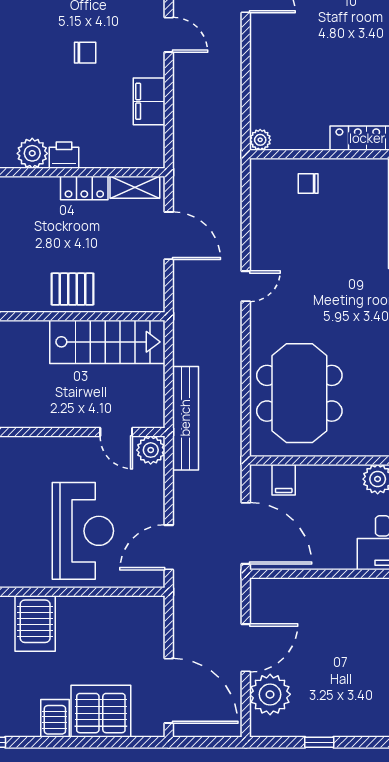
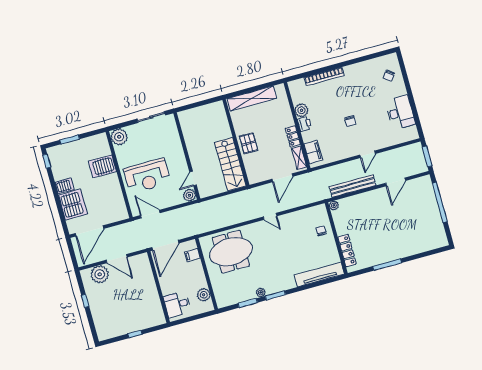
filing cabinet: (149, 101) -> (313, 152), moved, turned 90
bench: (185, 418) -> (353, 186), moved

